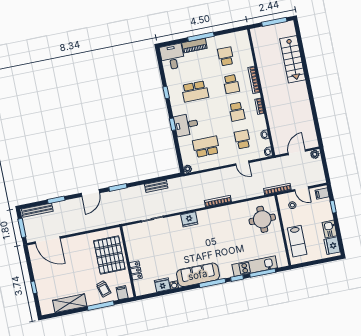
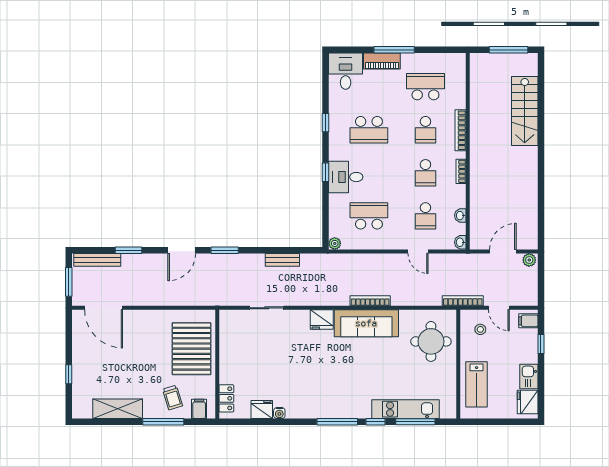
school desk: (226, 56) -> (425, 87), width x1.85
school desk: (242, 139) -> (425, 216), turned 180
locker: (136, 270) -> (226, 398), moved
sofa: (198, 275) -> (366, 323), moved, turned 180

